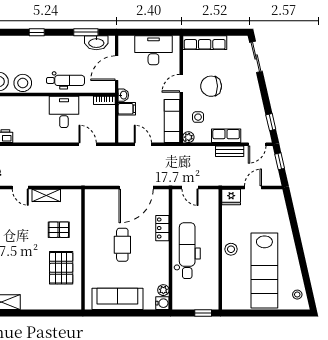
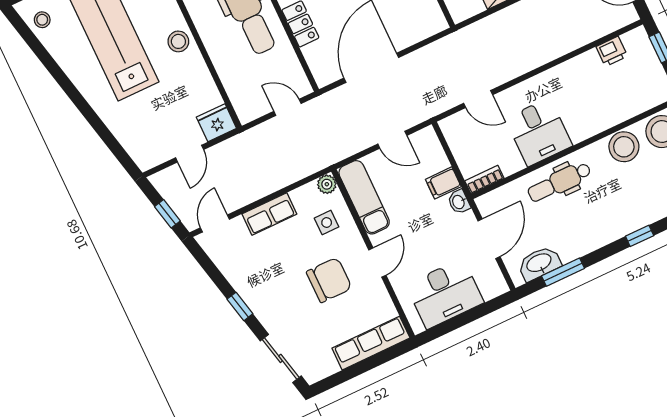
window: (271, 122) -> (240, 306), moved
bench: (230, 151) -> (252, 193), removed

